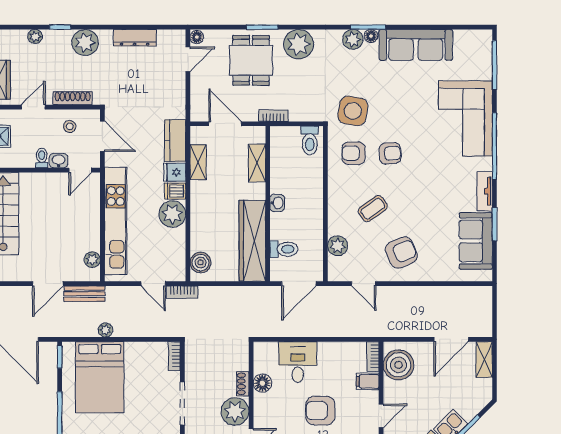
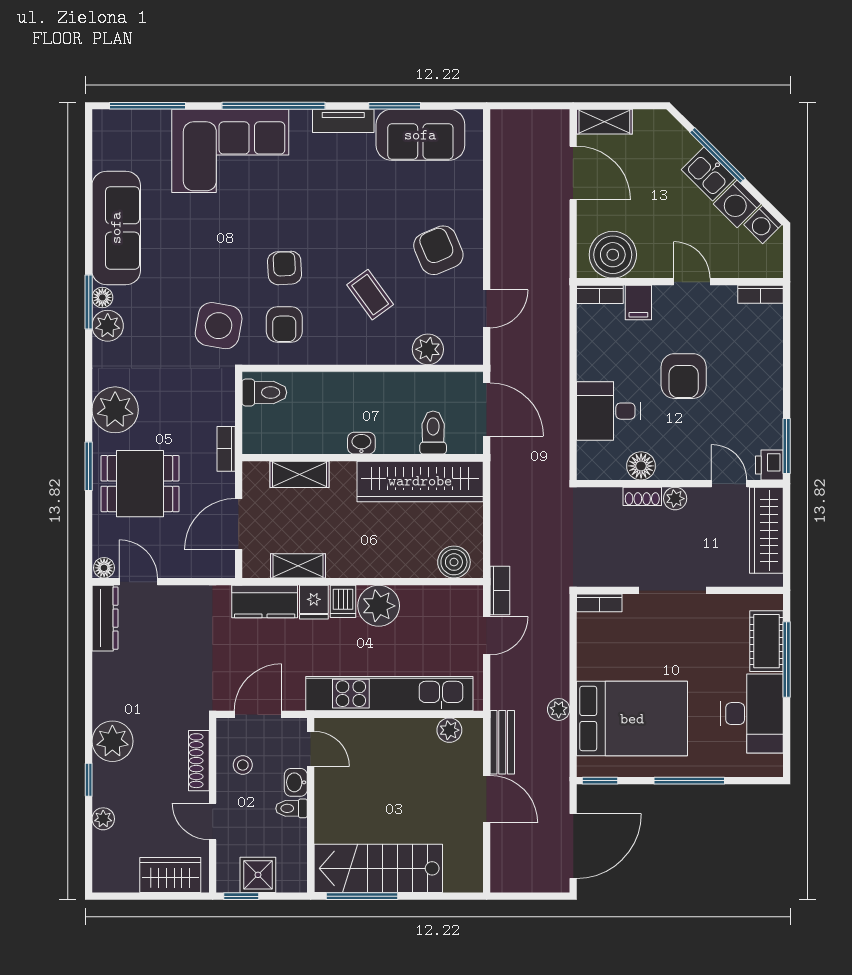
dresser: (135, 38) -> (105, 618), moved
plant: (235, 412) -> (675, 499), width x0.53, depth x0.53

